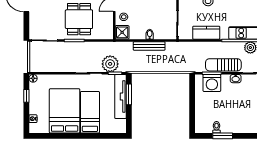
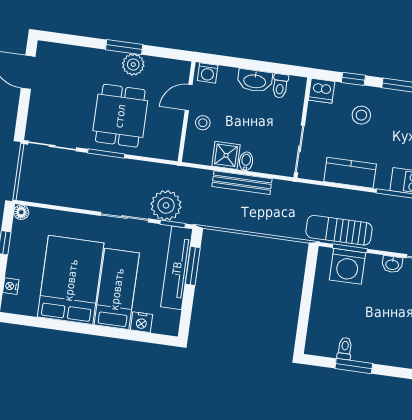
shower: (122, 32) -> (226, 155), moved
sun lounger: (223, 65) -> (339, 230), moved
nightstand: (106, 128) -> (142, 322), added

